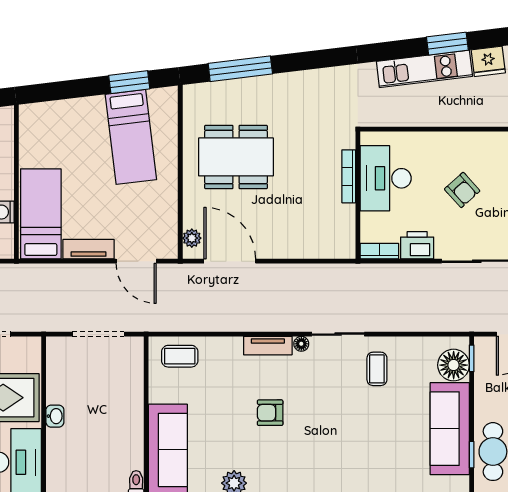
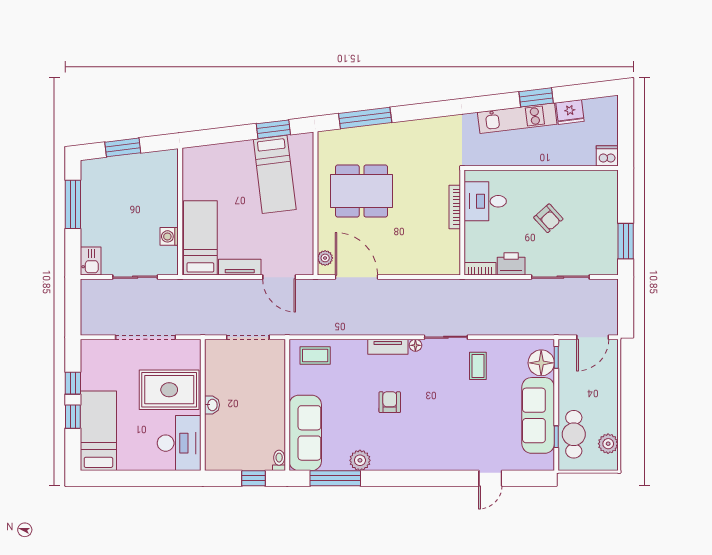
desk: (386, 178) -> (485, 201), width x0.73
armchair: (270, 413) -> (390, 402), turned 90

